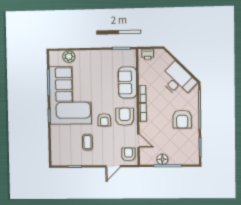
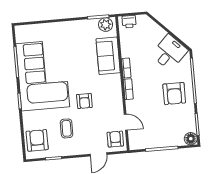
plant: (69, 57) -> (106, 25), moved
desk: (178, 80) -> (169, 53), width x0.73
armchair: (125, 117) -> (37, 140), moved
floor lamp: (162, 159) -> (191, 139), moved

